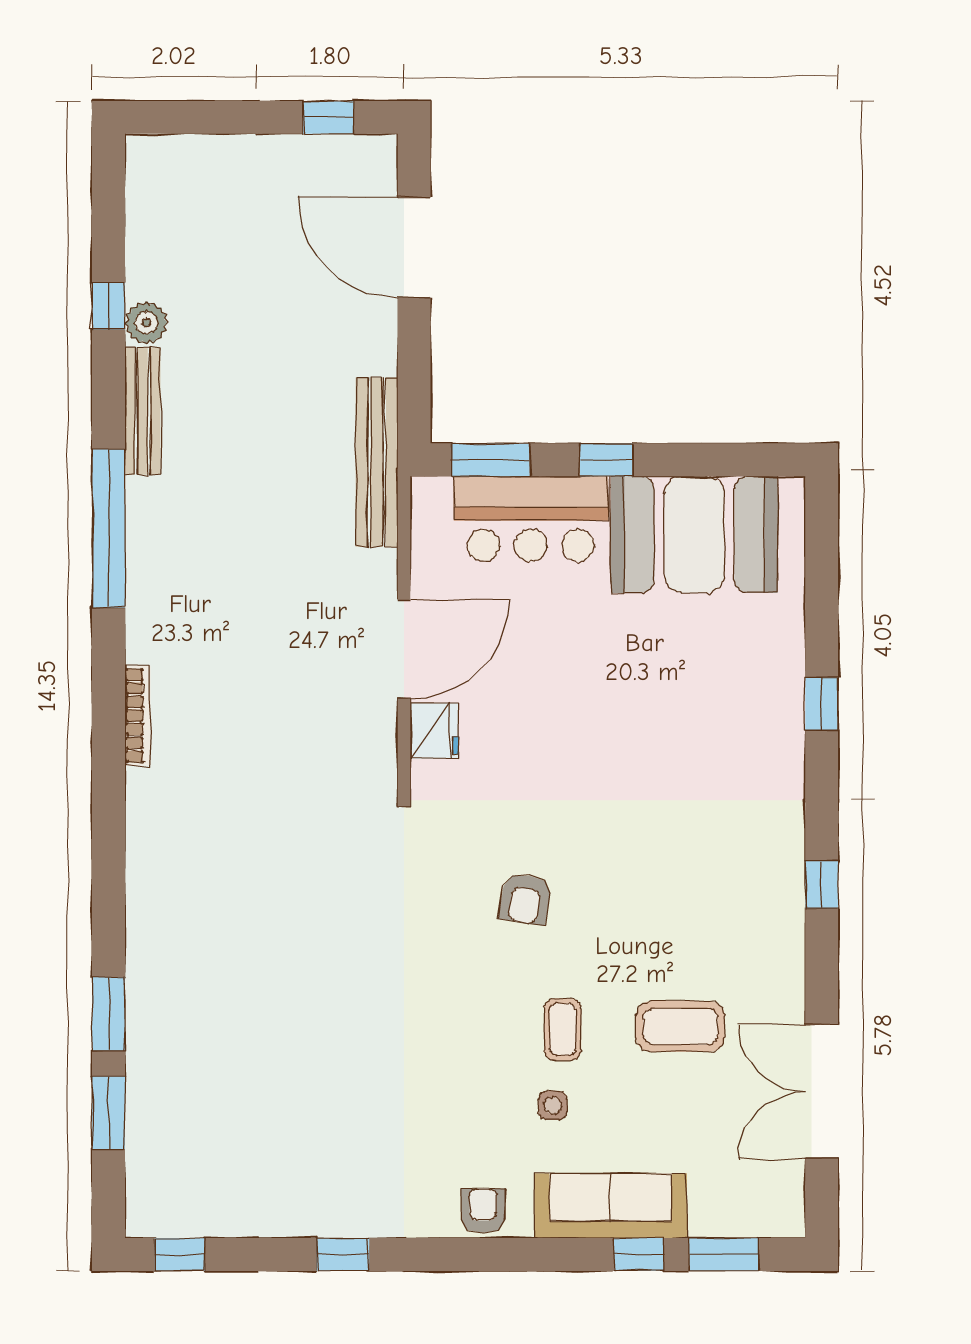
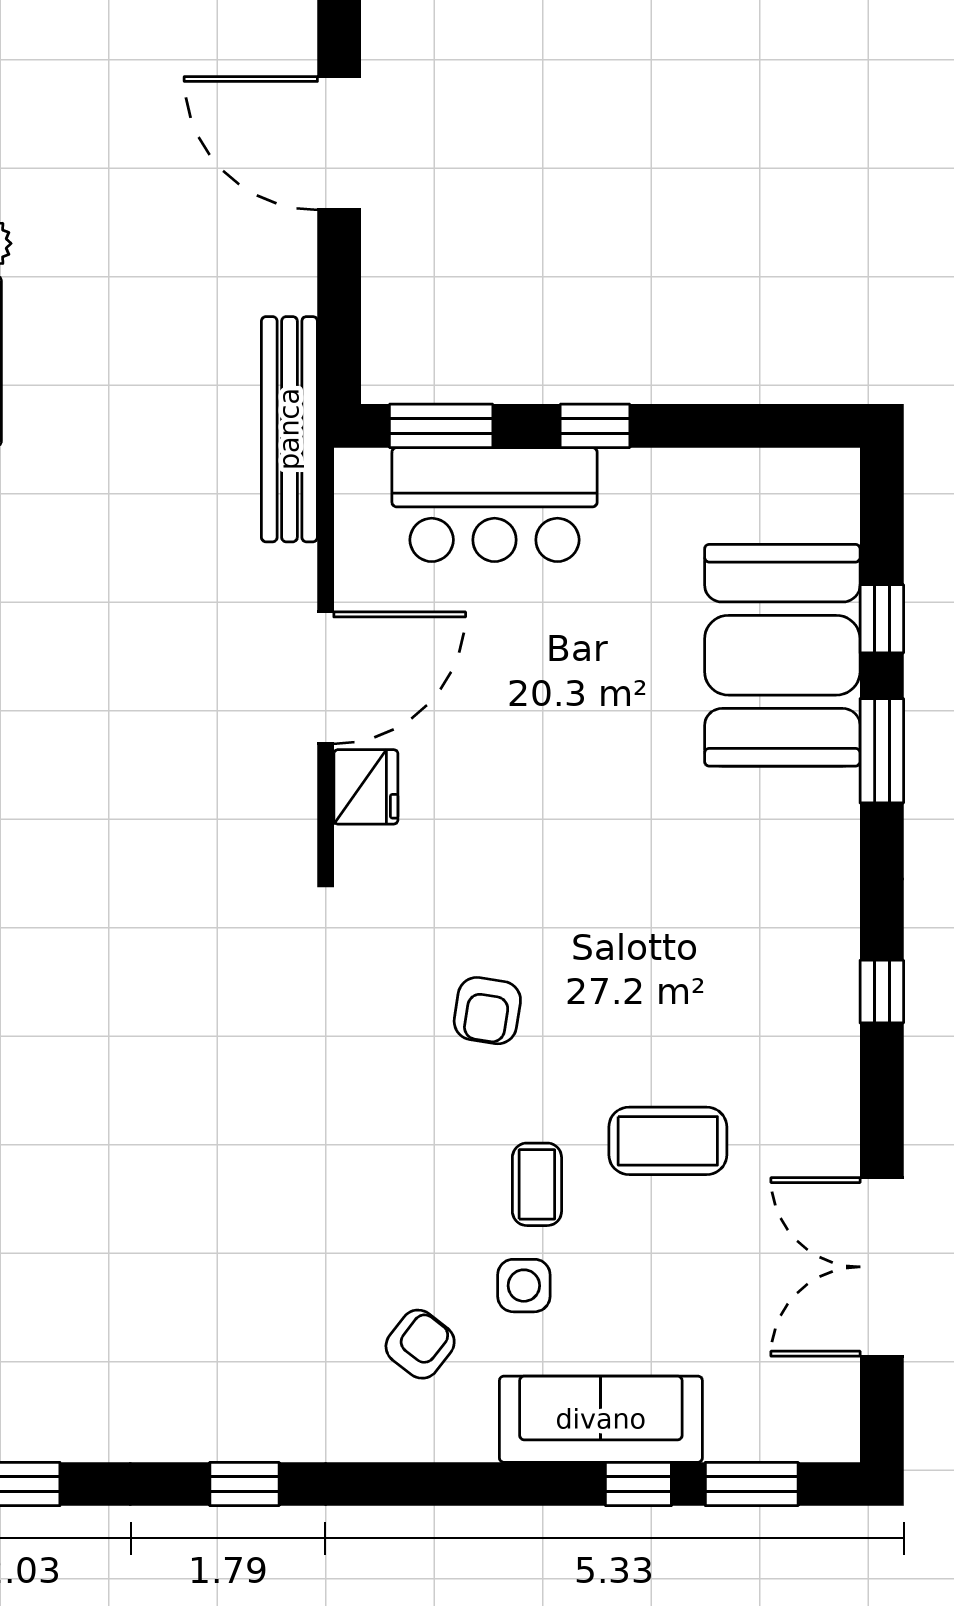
booth: (694, 534) -> (782, 655), moved, turned 90
window: (822, 605) -> (882, 619), added
window: (822, 704) -> (882, 751), width x1.50
coffee table: (680, 1027) -> (668, 1141), moved
side table: (553, 1105) -> (524, 1286), width x1.37, depth x1.37
armchair: (483, 1211) -> (420, 1344), moved, turned 38

